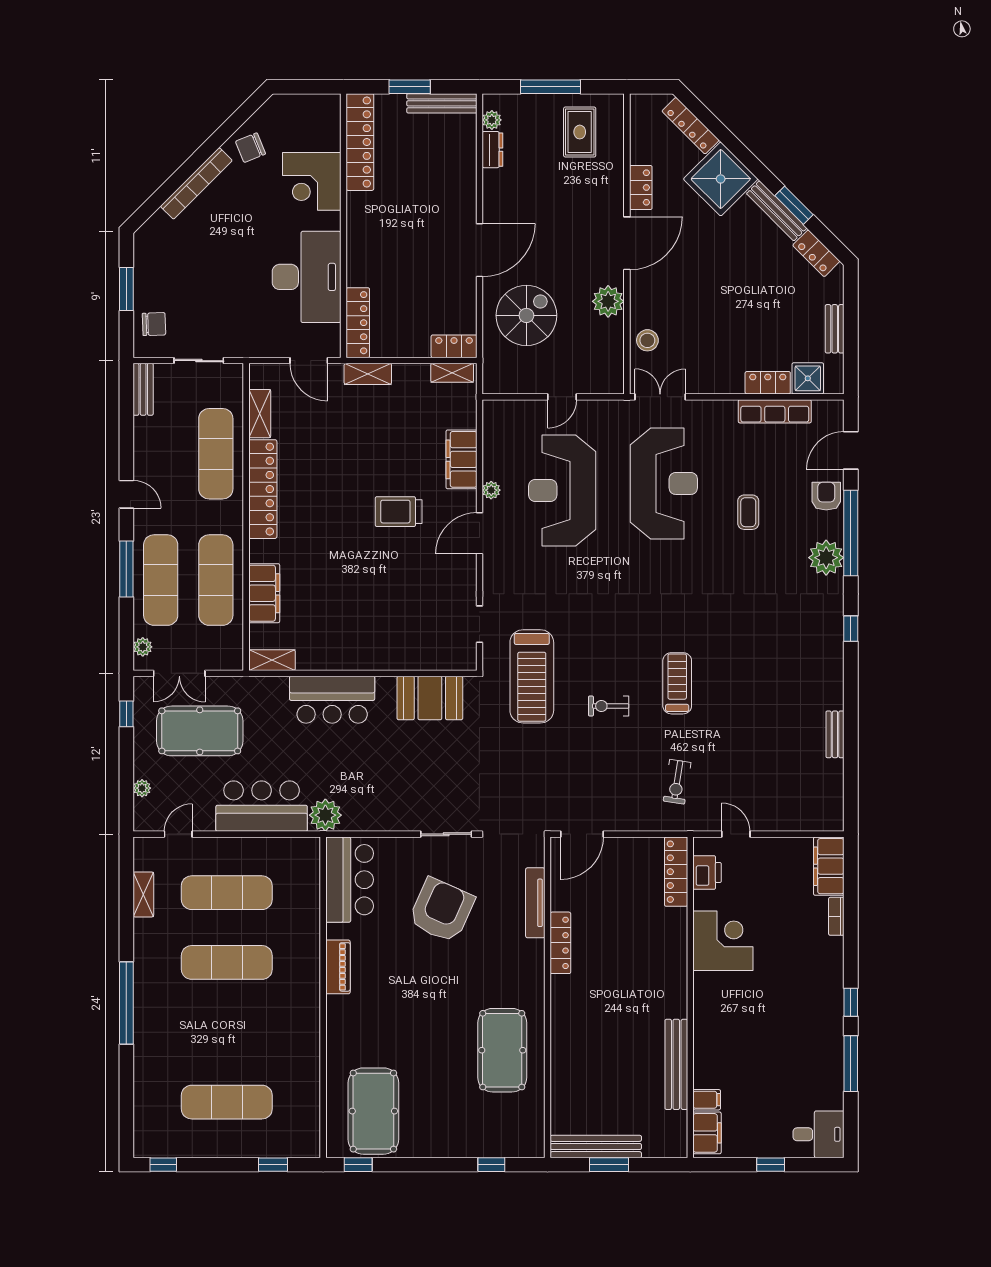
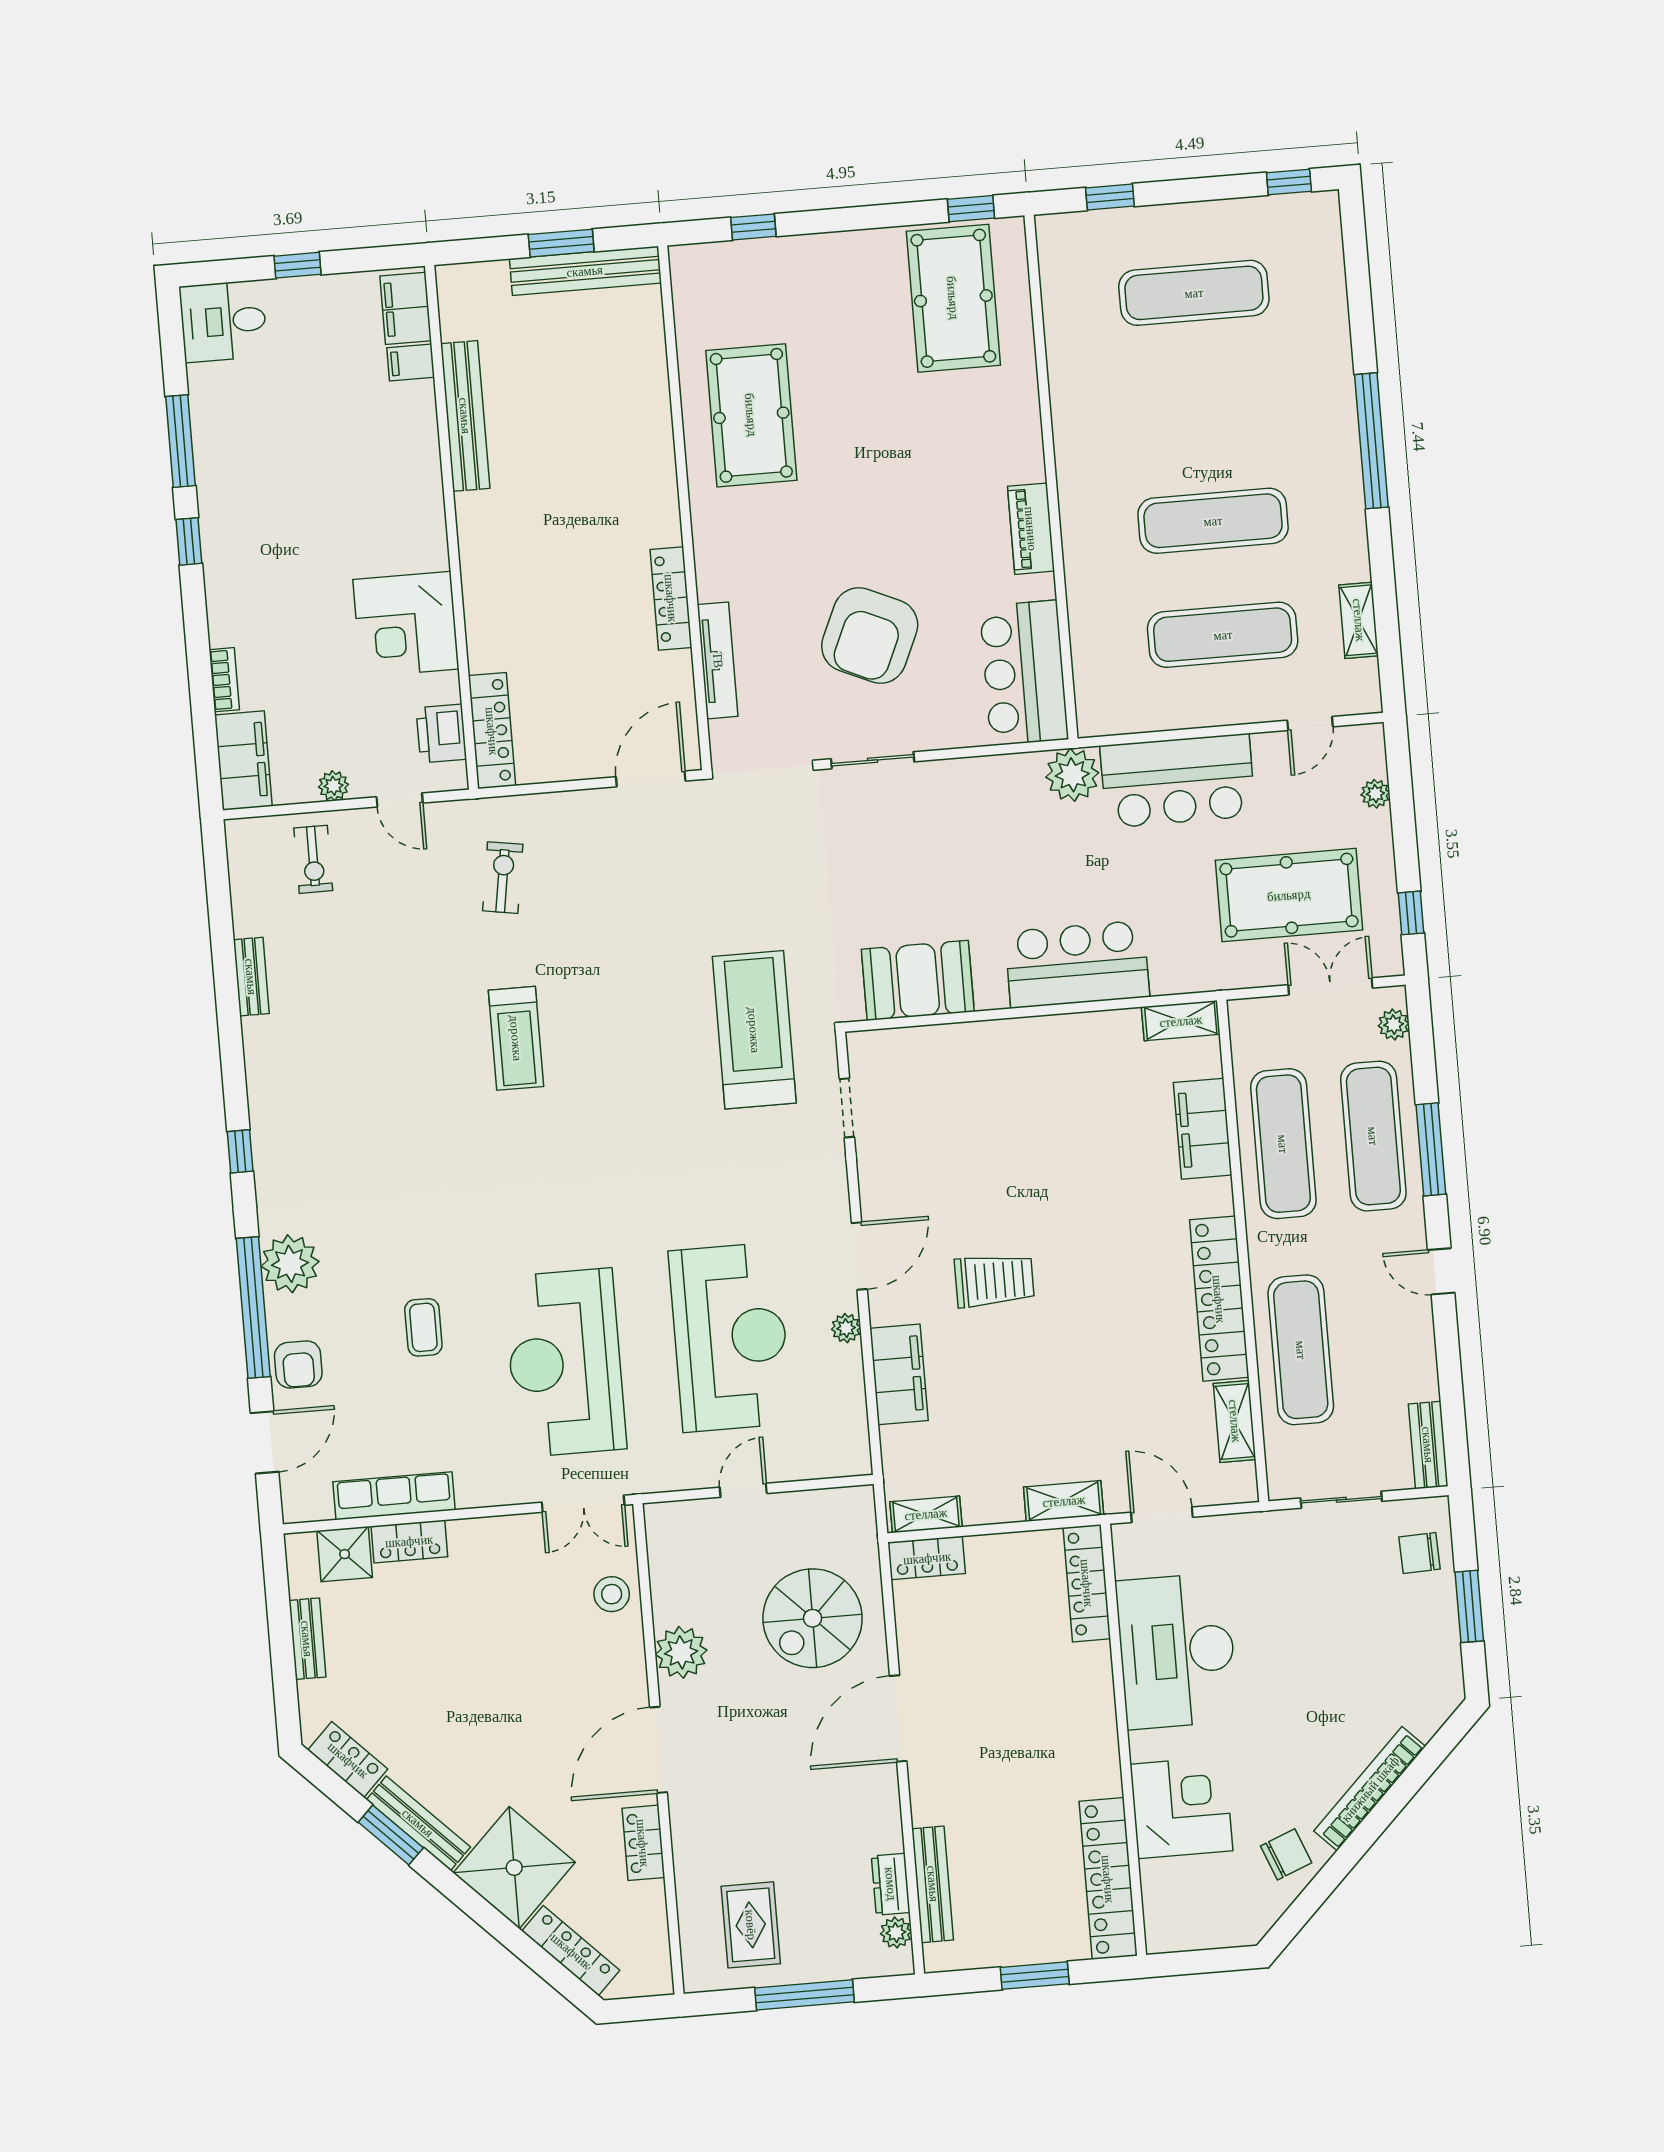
bench: (442, 103) -> (933, 1884), moved, turned 90
exercise bike: (609, 706) -> (313, 859), moved, turned 90
plant: (775, 846) -> (333, 786), added

